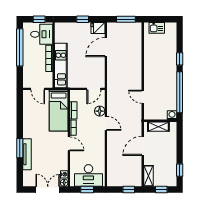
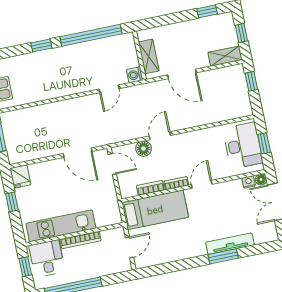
door: (106, 47) -> (78, 153), moved
kitchen unit: (61, 66) -> (61, 226), moved
washing machine: (172, 115) -> (135, 75), moved

